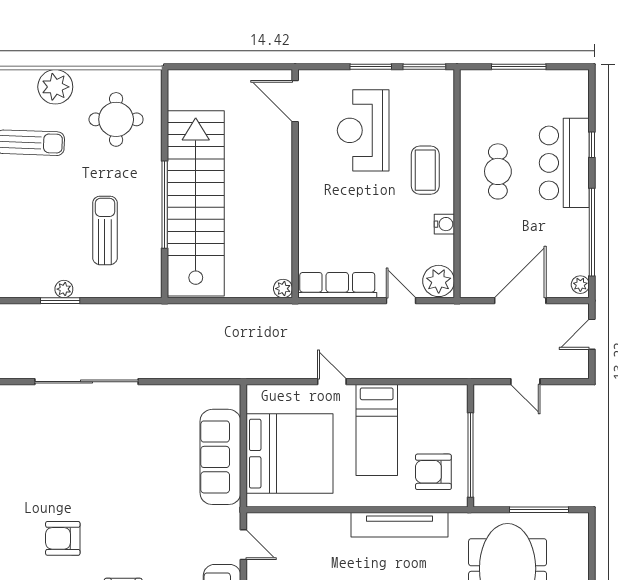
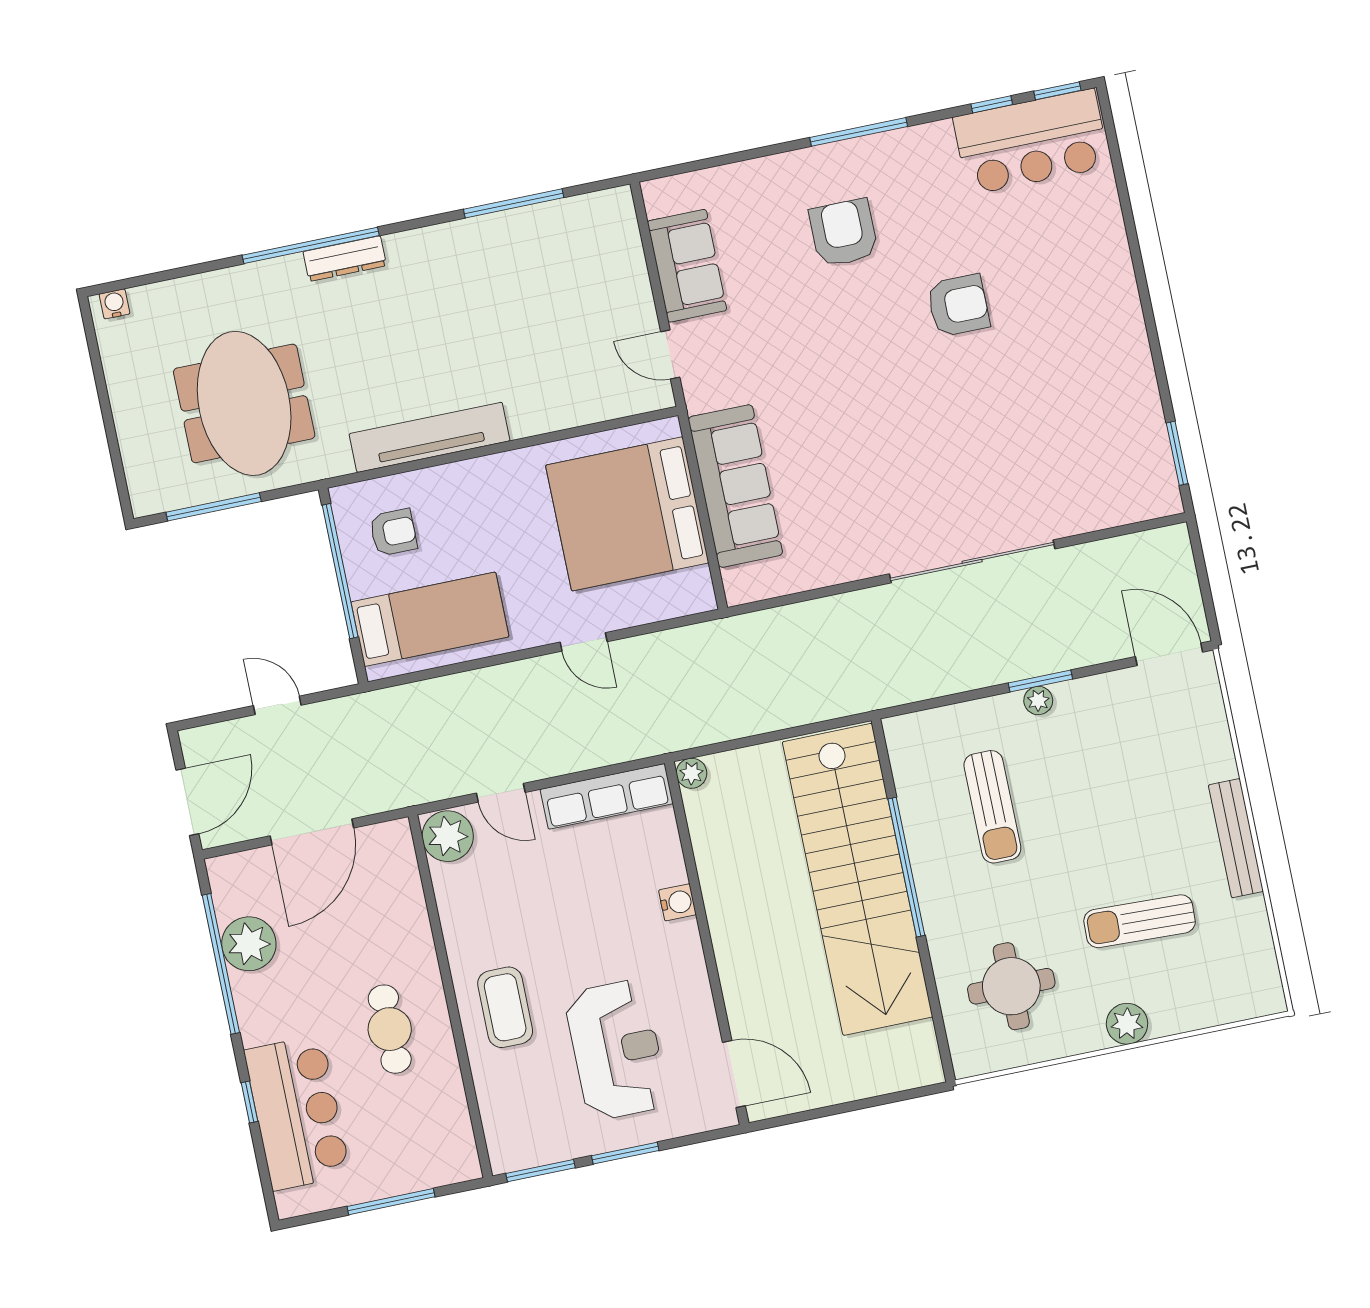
plant: (55, 87) -> (1127, 1024), width x0.73, depth x0.73
bar counter: (564, 163) -> (297, 1113), moved
water cooler: (444, 224) -> (677, 902), moved, turned 180
plant: (580, 285) -> (249, 944), moved, width x1.87, depth x1.87
door: (592, 334) -> (187, 802), width x1.38
bed: (377, 430) -> (430, 619), moved, turned 90
armchair: (433, 472) -> (393, 532), width x0.72, depth x0.72

